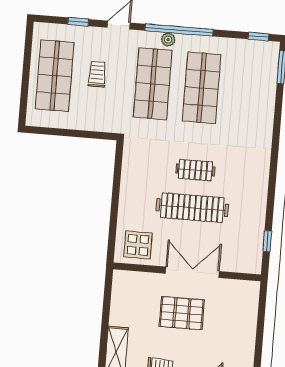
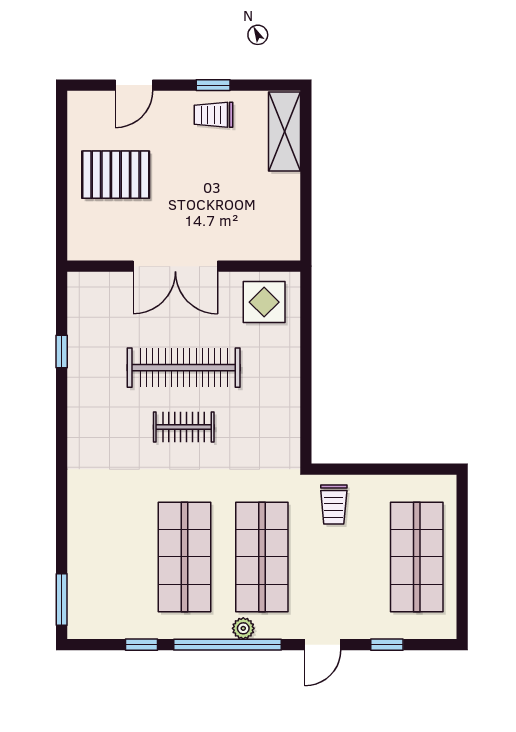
window: (258, 37) -> (141, 645), moved
trolley: (97, 74) -> (334, 505), moved
window: (267, 241) -> (62, 351), moved
pallet: (182, 313) -> (116, 175), moved

